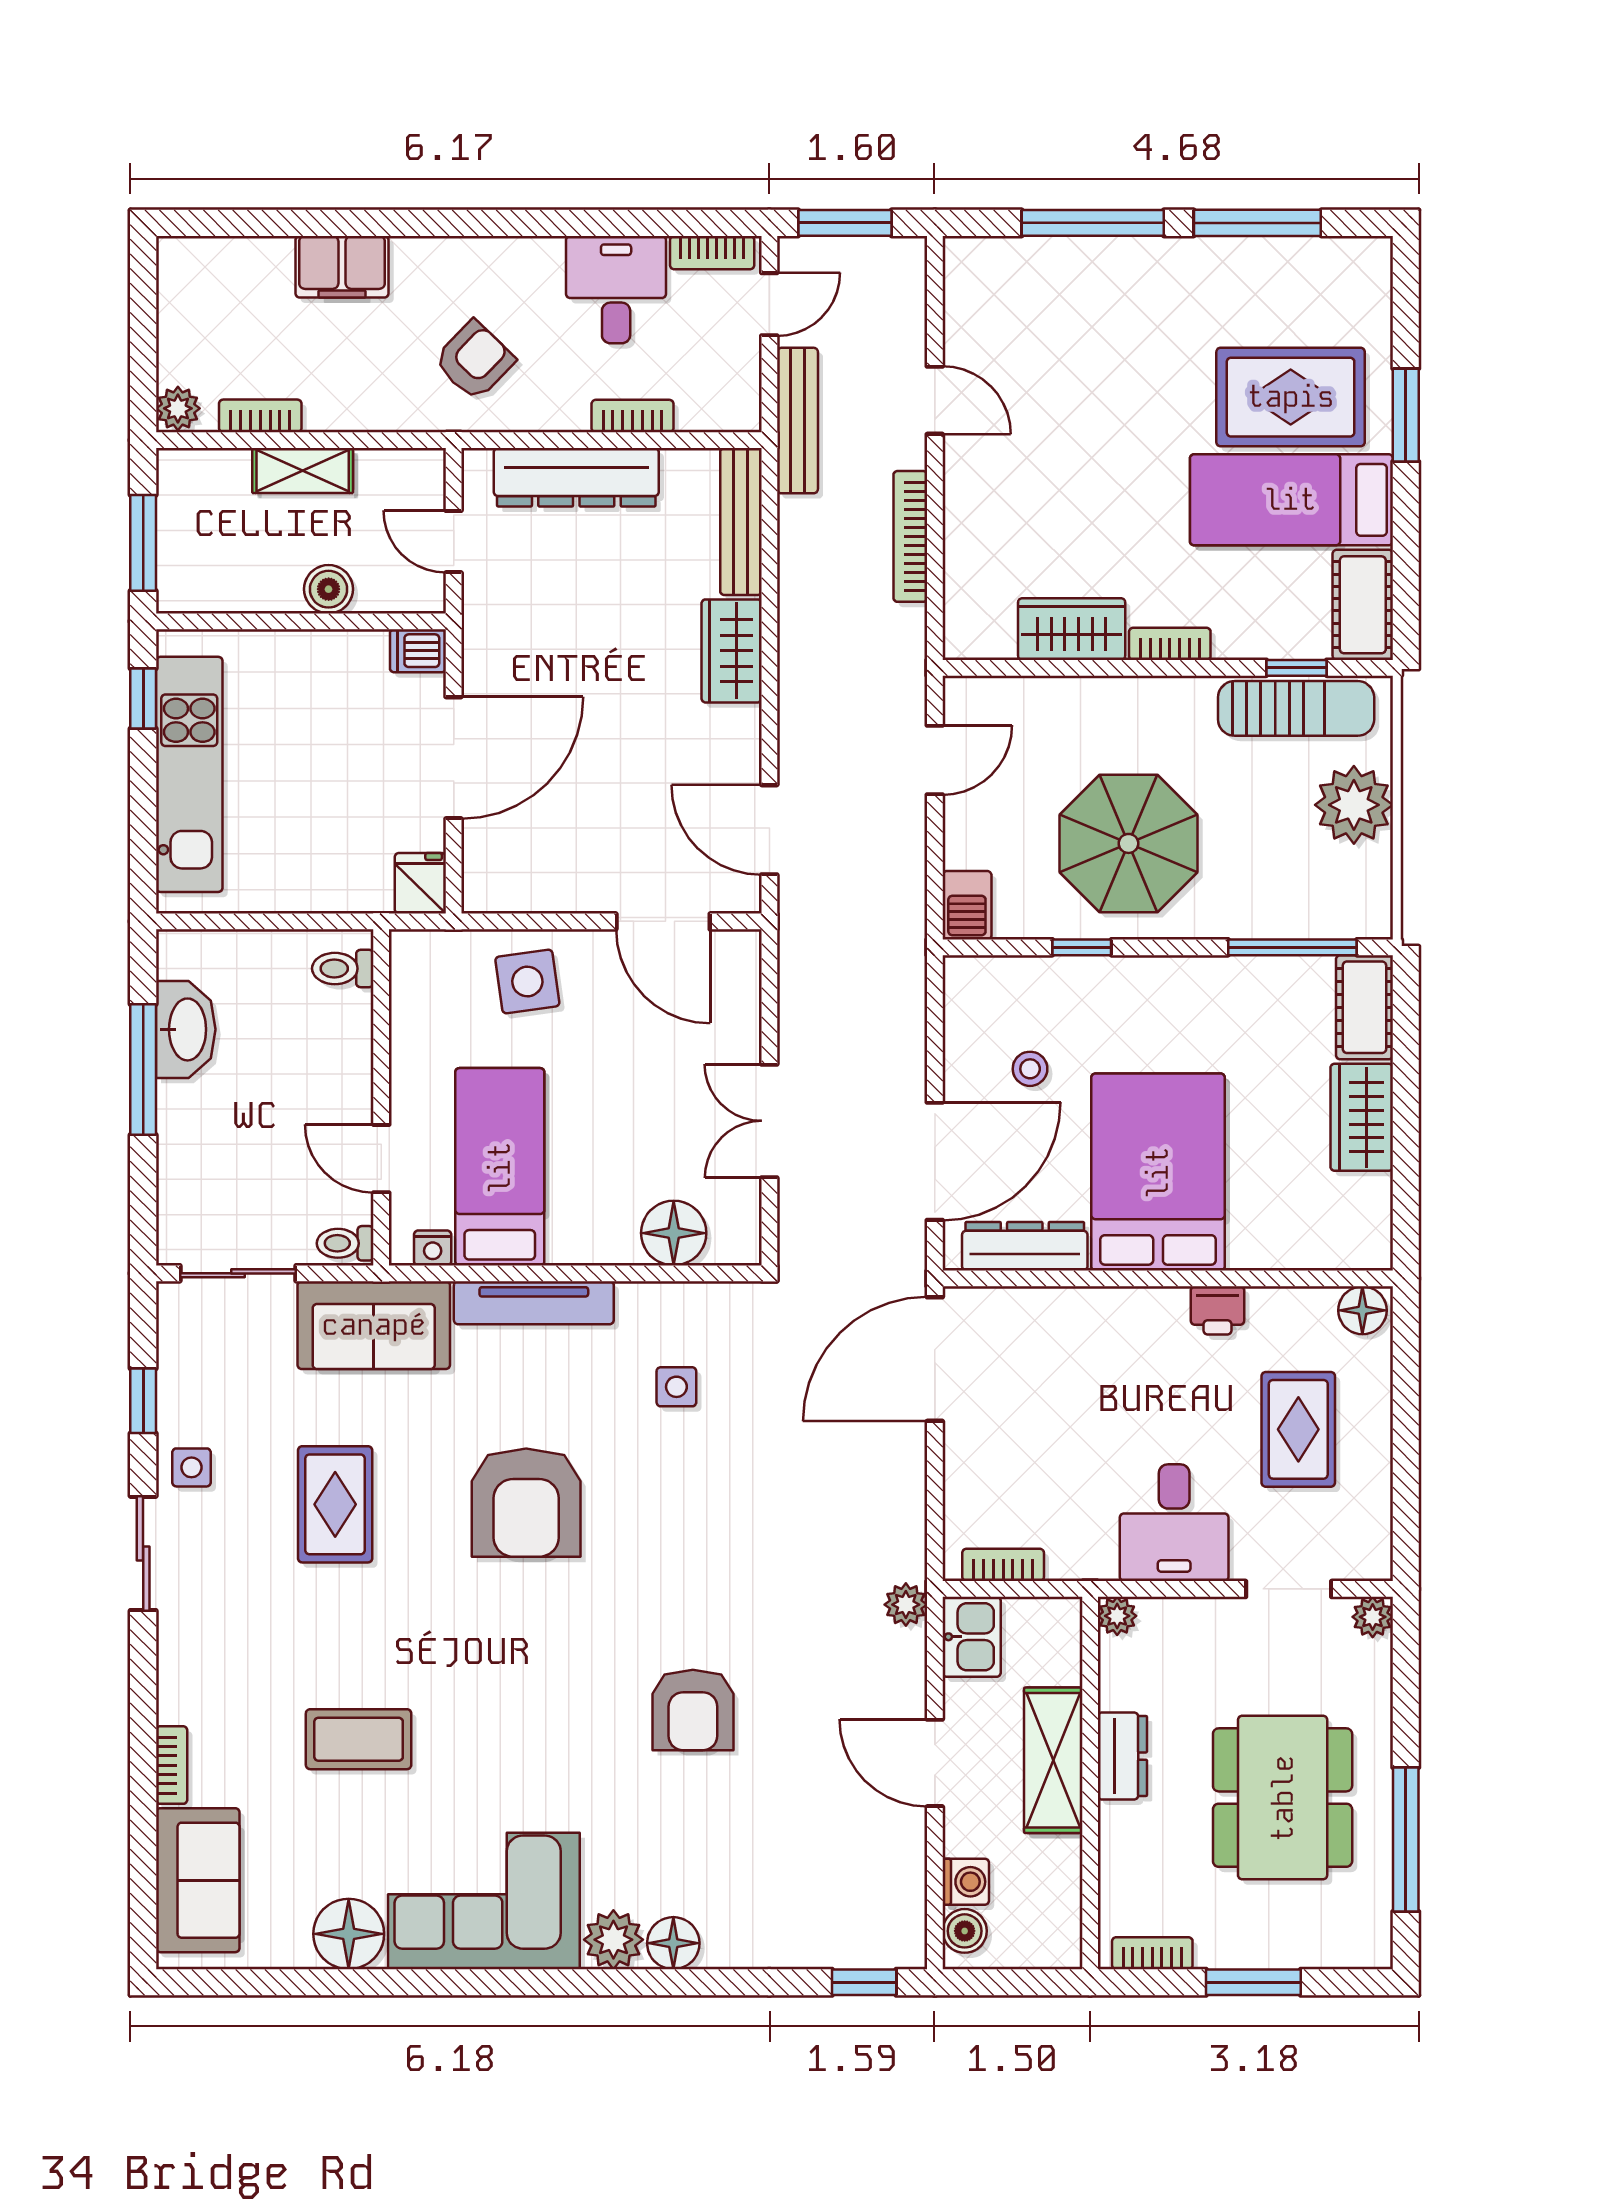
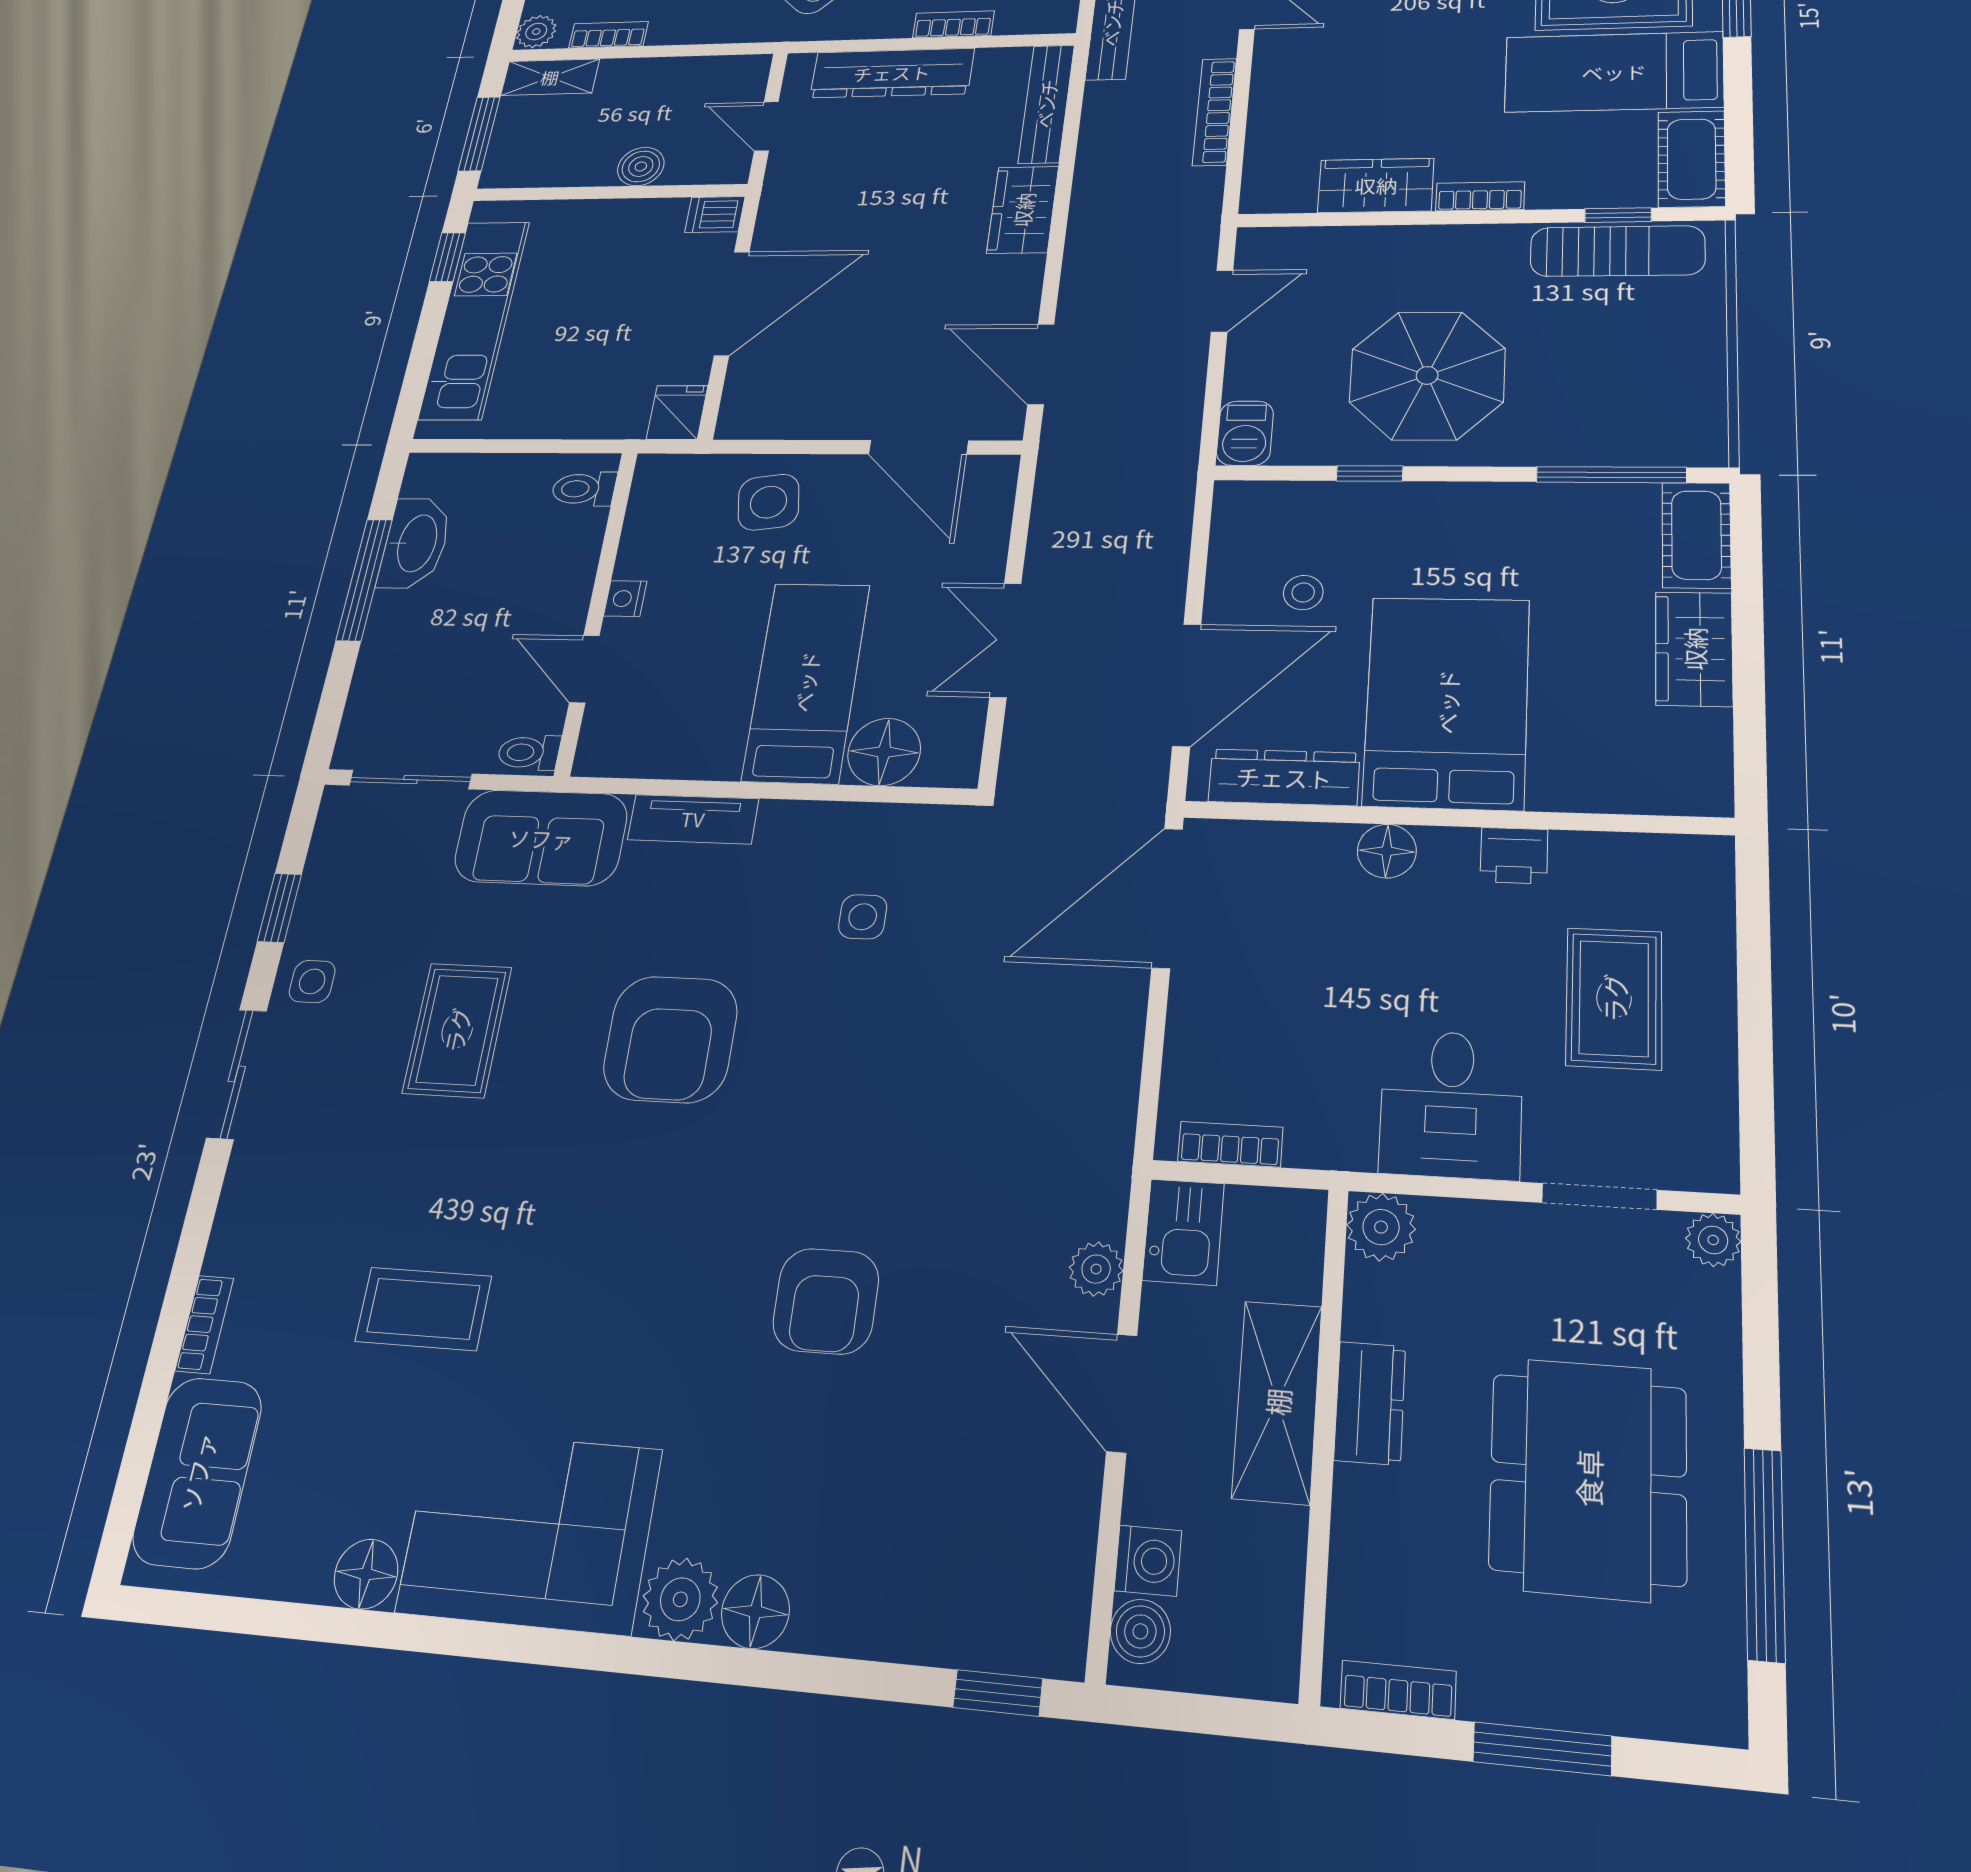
shelving: (303, 471) -> (550, 77), moved
plant: (1354, 805) -> (1683, 339), removed
bed: (500, 1167) -> (806, 682), moved
nightstand: (433, 1248) -> (625, 599), moved, turned 90
tv unit: (534, 1303) -> (693, 819), width x0.71
floor lamp: (1362, 1310) -> (1387, 851), moved
plant: (906, 1605) -> (1096, 1269), moved
plant: (1117, 1616) -> (1381, 1227), width x1.38, depth x1.38
floor lamp: (349, 1934) -> (366, 1574), width x0.73, depth x0.73

